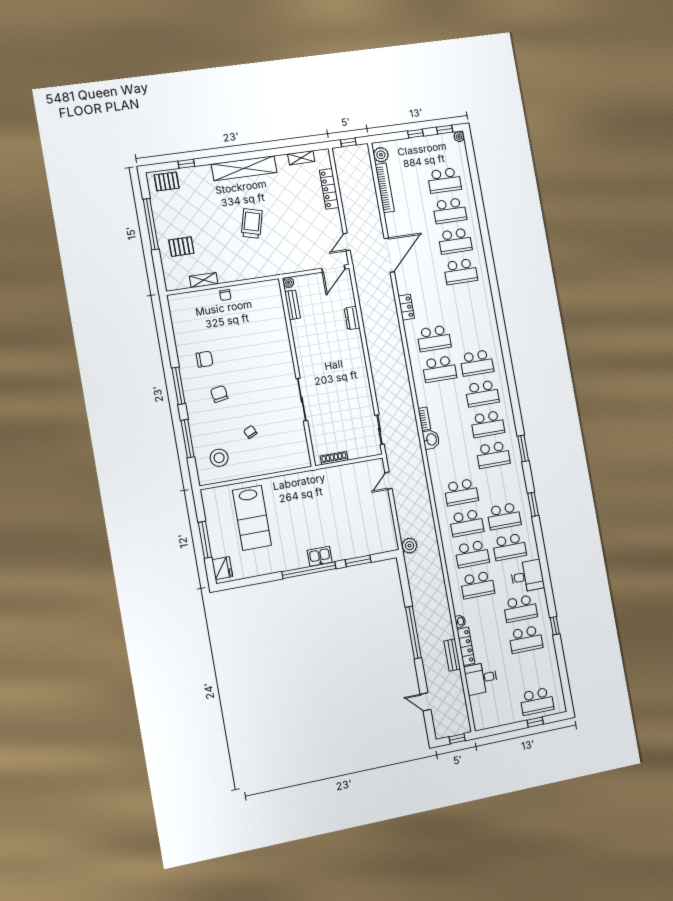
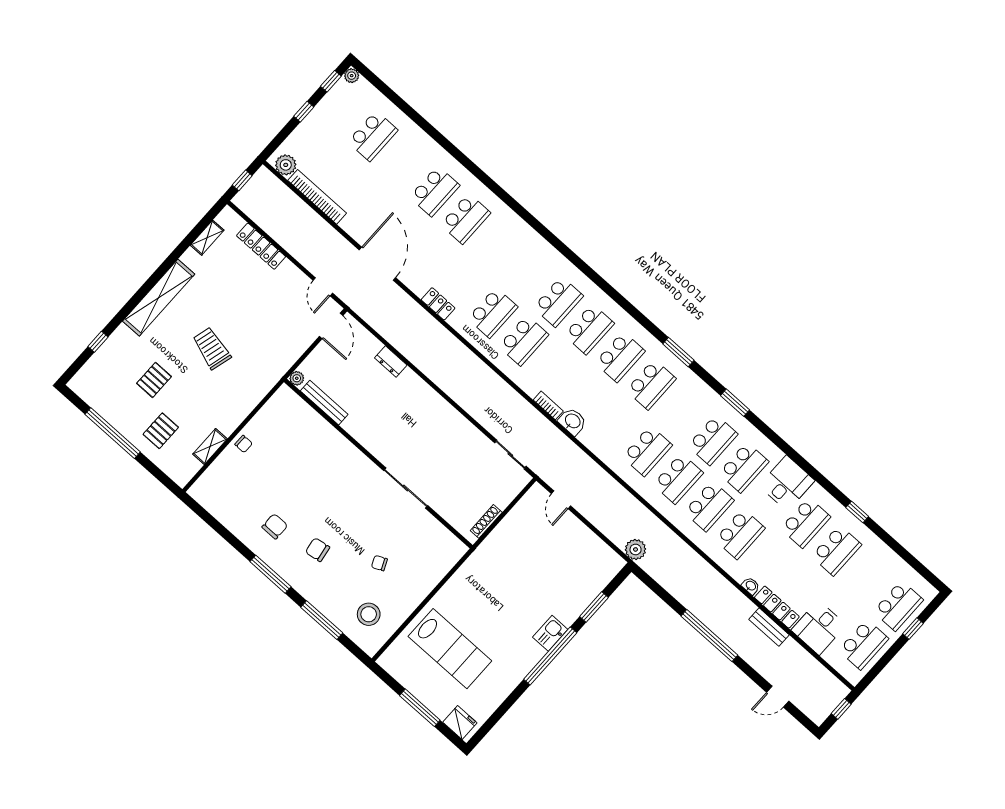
pallet: (167, 181) -> (154, 380), moved
school desk: (450, 211) -> (864, 644), moved
bench: (293, 305) -> (324, 403), width x1.36

